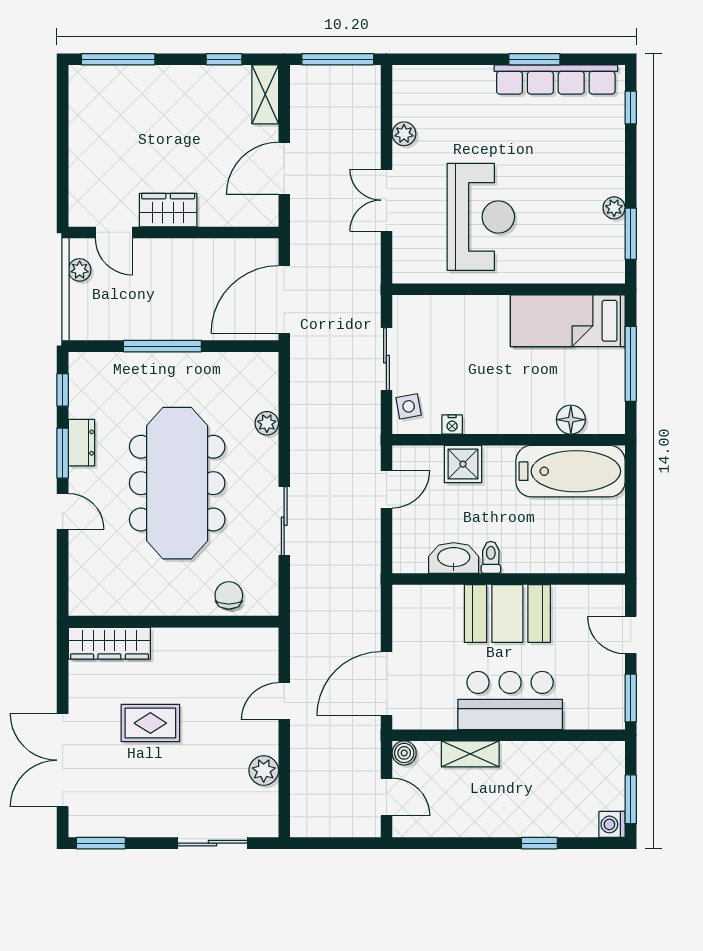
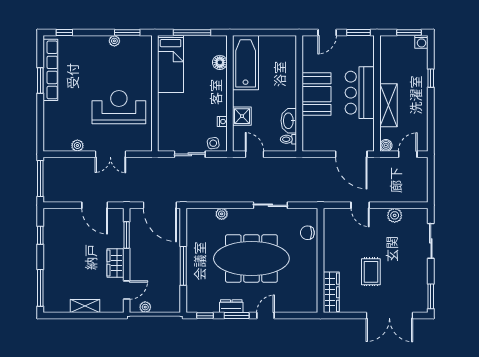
shelving: (265, 94) -> (85, 306), moved
window: (224, 232) -> (127, 235), added
toilet: (491, 557) -> (288, 139), moved
shelving: (470, 754) -> (388, 105), width x1.50, depth x1.33

